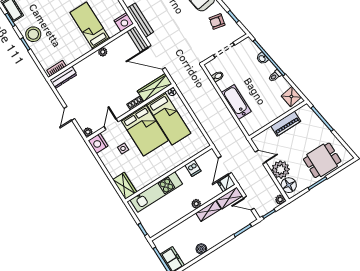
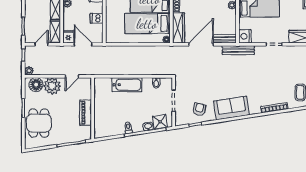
shower: (291, 96) -> (160, 122), moved

